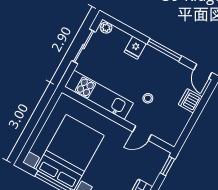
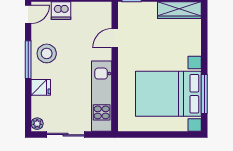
stool: (148, 98) -> (47, 53), moved, width x1.89, depth x1.89
door: (142, 133) -> (115, 38), swing flipped

